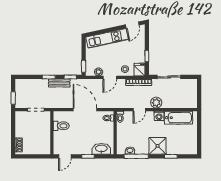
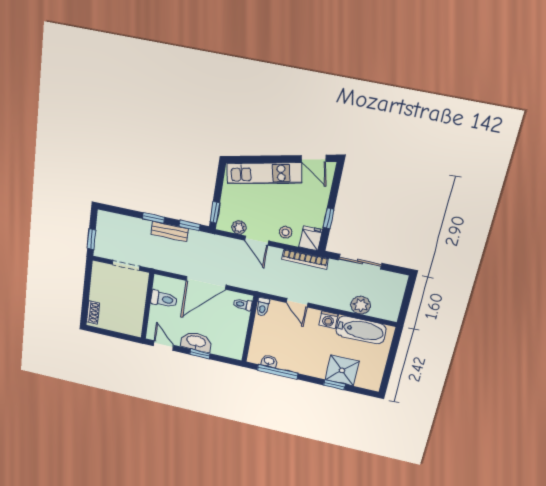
door: (132, 25) -> (314, 159), hinge flipped
door: (110, 77) -> (257, 241), hinge flipped
plant: (156, 103) -> (361, 305), moved
door: (85, 110) -> (206, 283), swing flipped
door: (139, 110) -> (297, 303), hinge flipped
shower: (158, 146) -> (342, 370), moved
washbasin: (101, 149) -> (196, 342), moved
door: (65, 156) -> (163, 346), swing flipped

